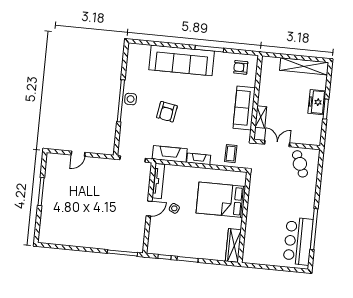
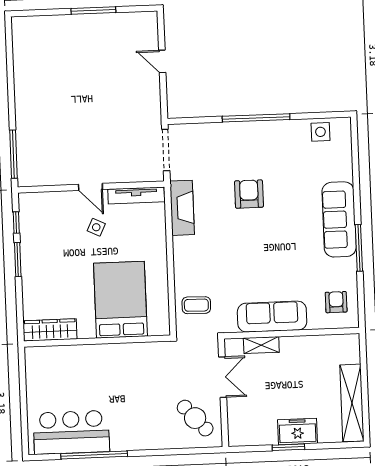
sofa: (182, 60) -> (339, 219), width x0.74, depth x0.79
side table: (131, 99) -> (320, 132), moved
armchair: (167, 112) -> (249, 194), turned 80
fireplace: (199, 159) -> (181, 255), removed
cafe table: (300, 164) -> (195, 418), turned 71

